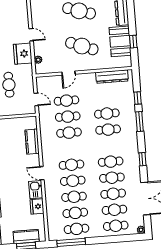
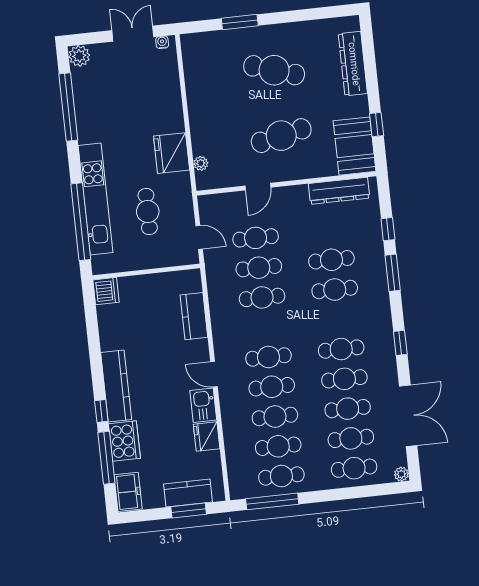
door: (31, 35) -> (186, 117), removed
booth: (120, 41) -> (355, 146), moved
cafe table: (82, 46) -> (281, 136), turned -33

